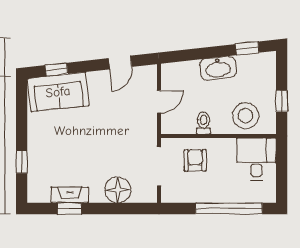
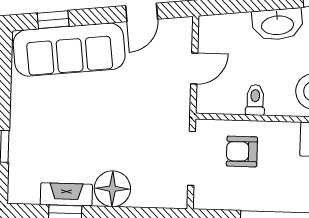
sofa: (58, 92) -> (69, 50), width x1.36
armchair: (195, 160) -> (242, 151), turned -90
floor lamp: (118, 190) -> (112, 189), moved

